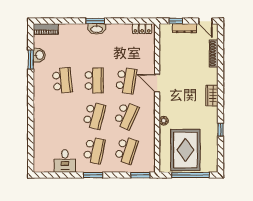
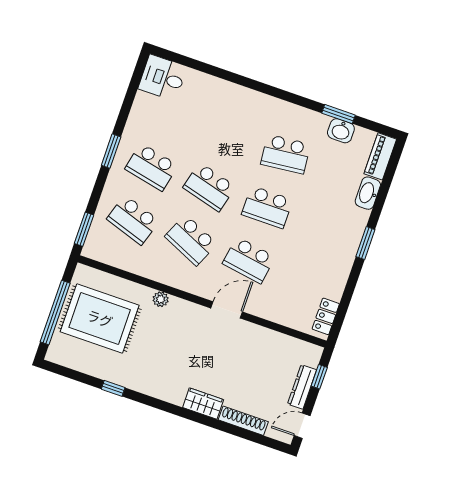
washbasin: (97, 29) -> (368, 193), moved
wardrobe: (212, 96) -> (203, 404), moved
desk: (65, 161) -> (163, 78), moved

